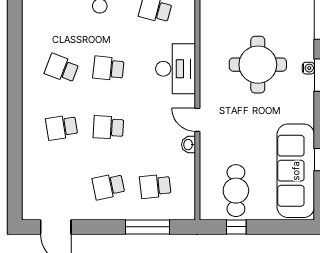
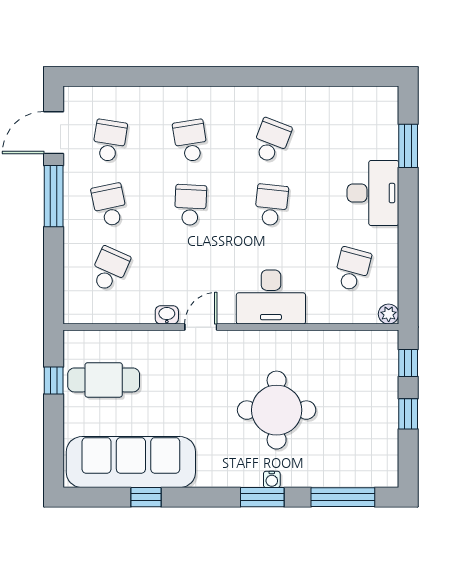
school desk: (62, 186) -> (109, 141), added
school desk: (155, 186) -> (109, 269), turned 30
window: (147, 227) -> (54, 196), moved

